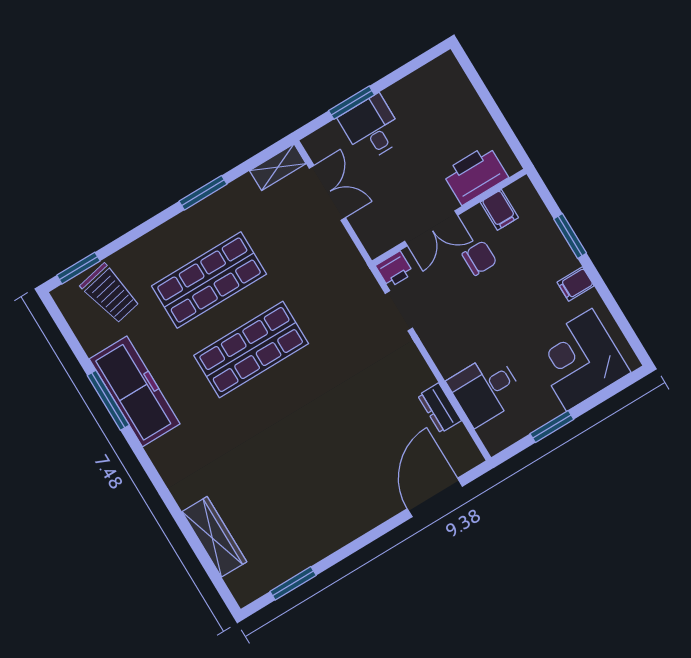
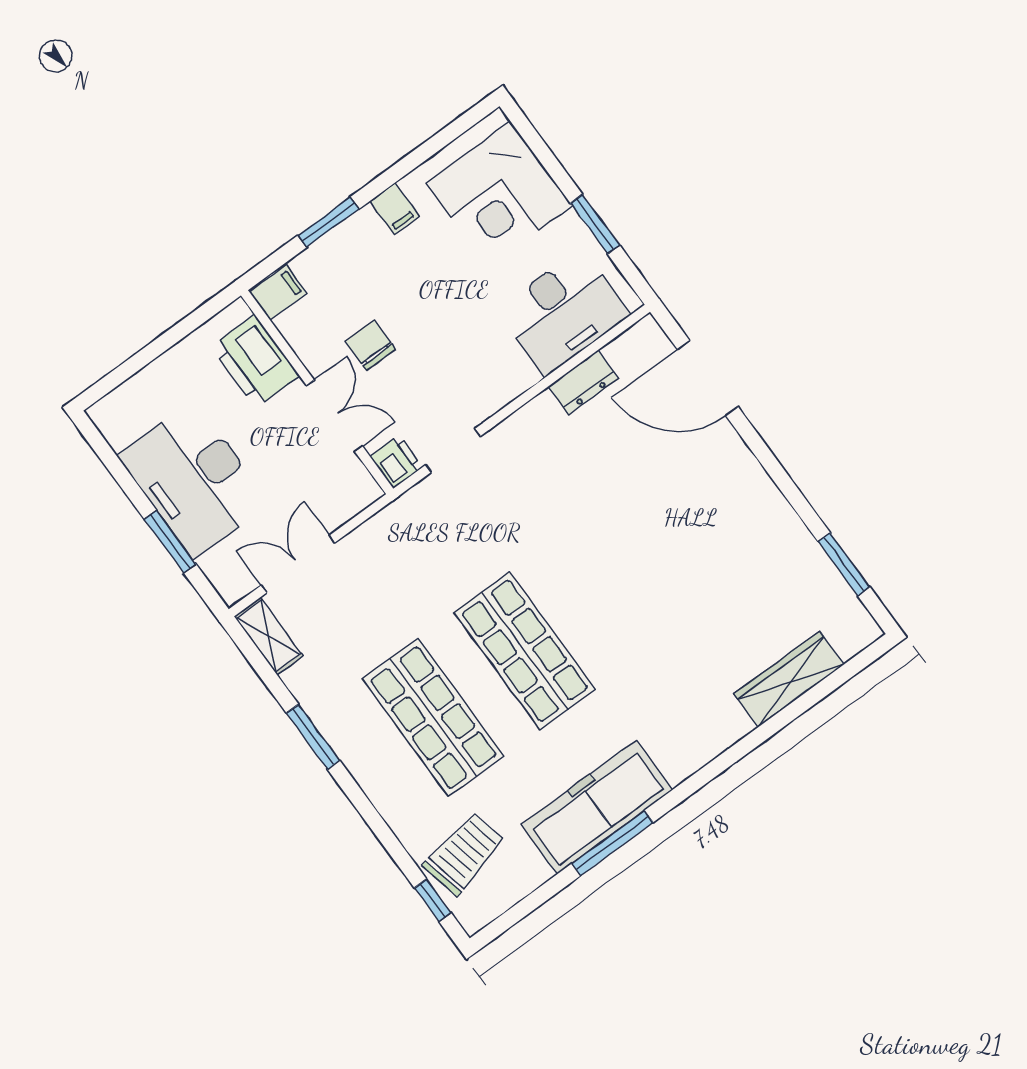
desk: (372, 128) -> (194, 479), width x1.87, depth x1.30
filing cabinet: (499, 210) -> (278, 292), moved
window: (78, 268) -> (433, 900), width x0.67
desk: (485, 389) -> (563, 312), width x1.37

